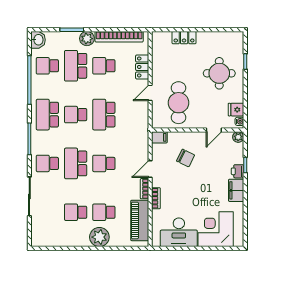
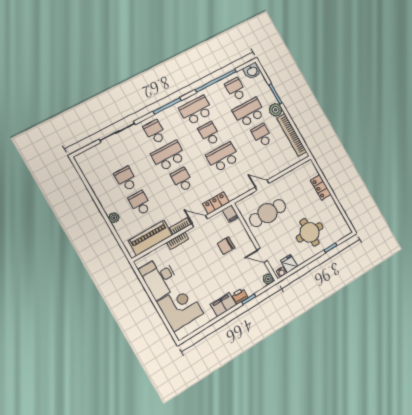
locker: (142, 67) -> (216, 203), moved
chair: (186, 158) -> (226, 246), turned 64
plant: (99, 237) -> (114, 218), width x0.53, depth x0.53

